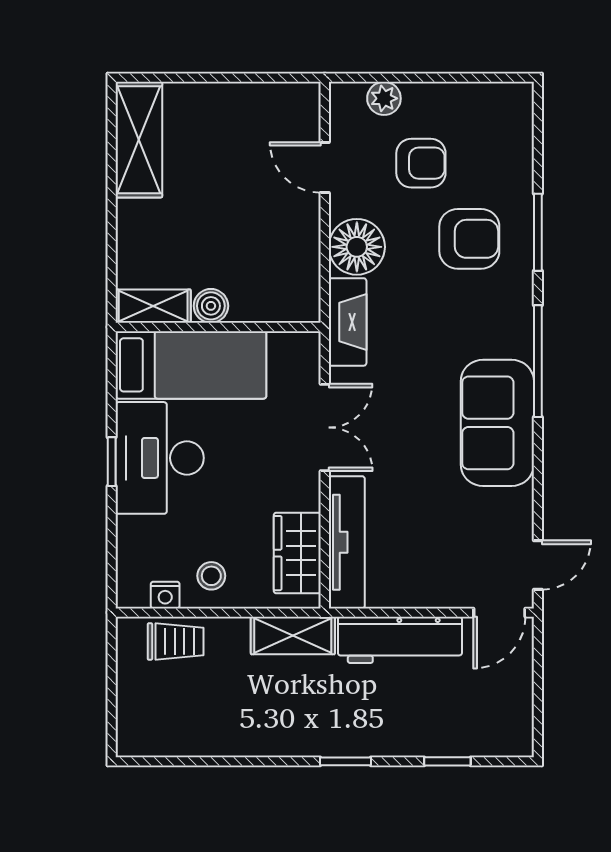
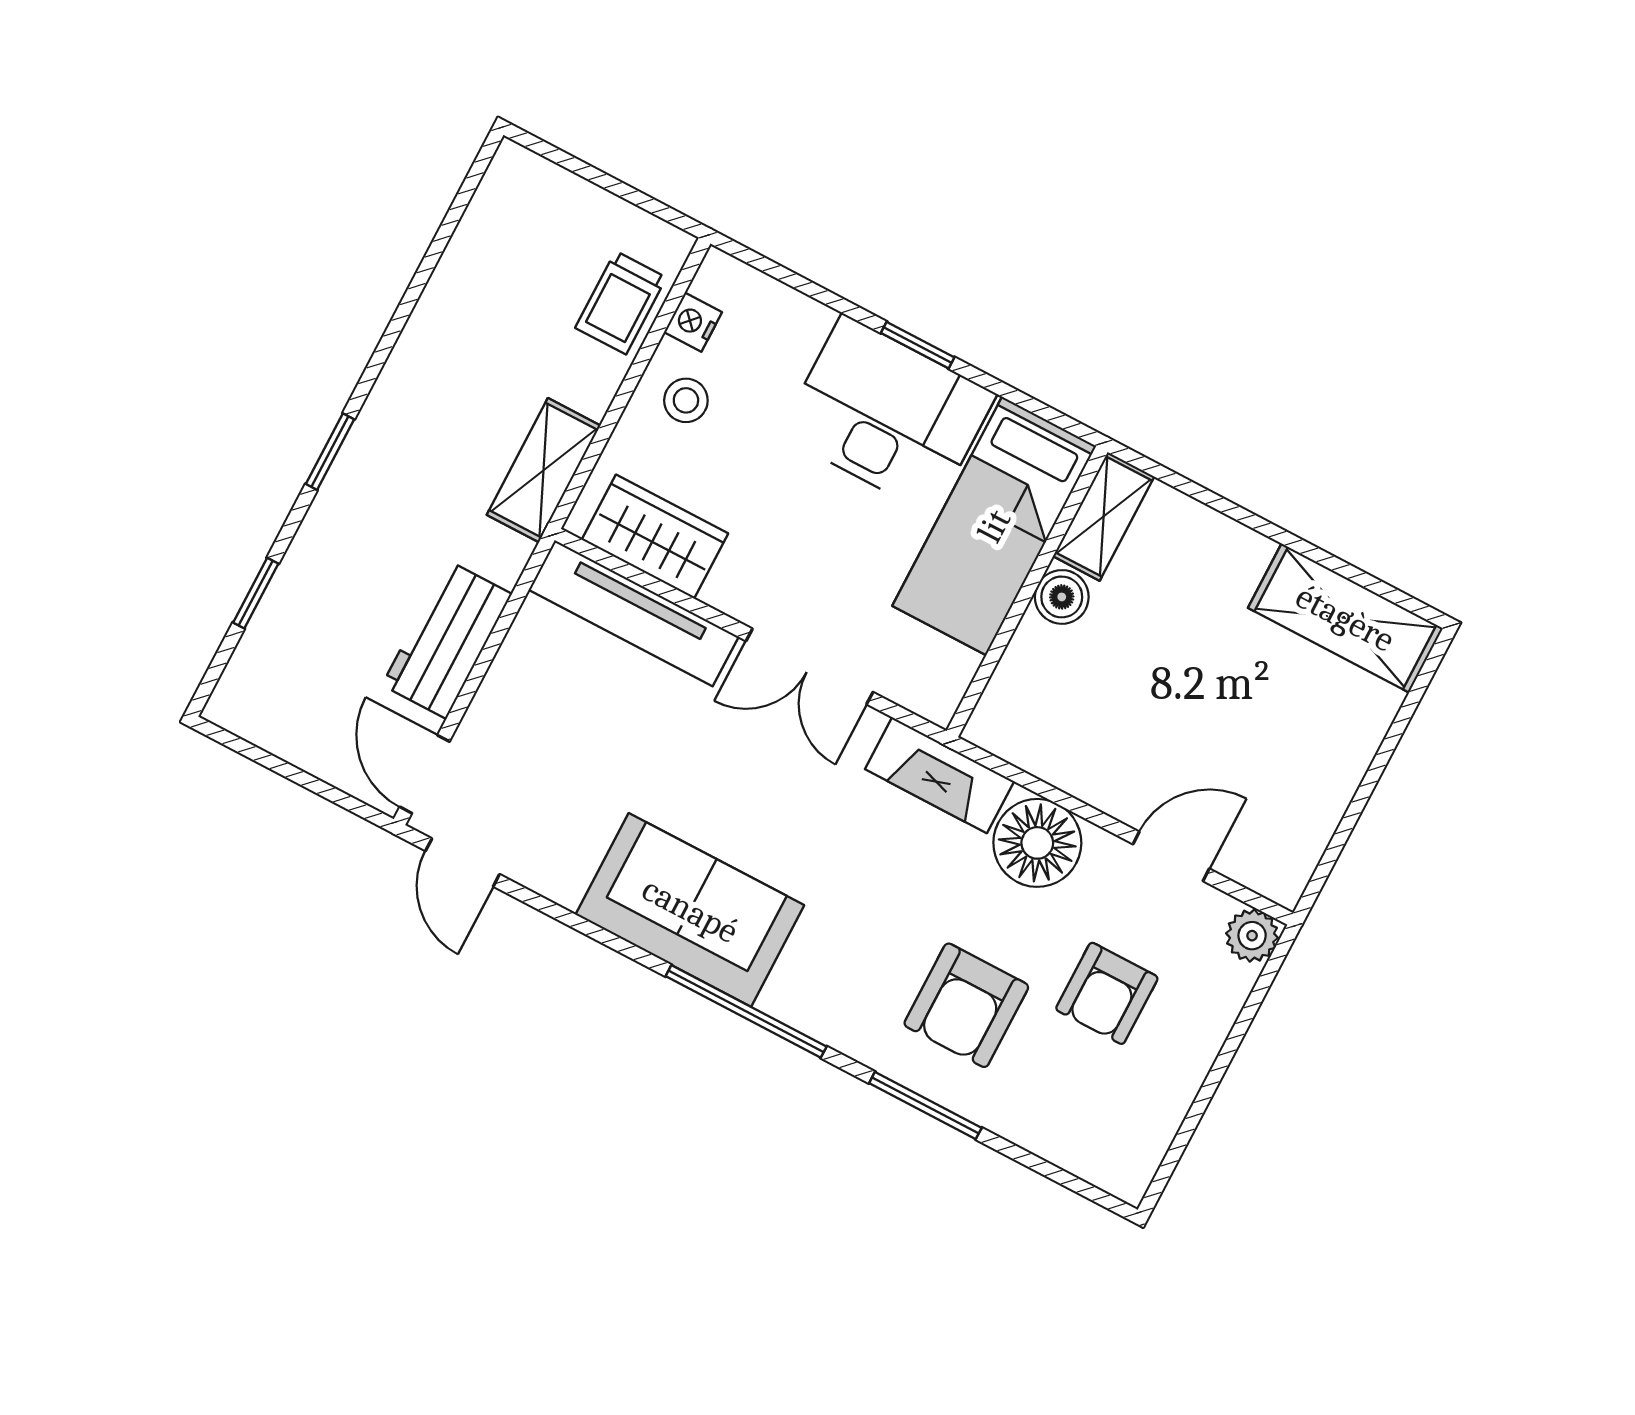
plant: (384, 98) -> (1252, 936), moved
workbench: (400, 640) -> (447, 639), width x0.73

